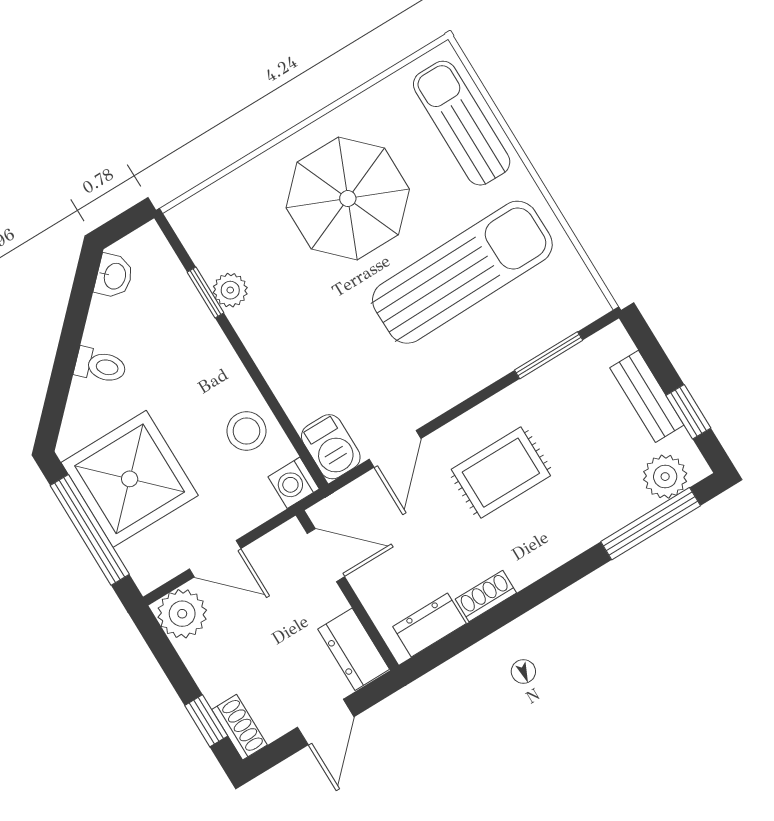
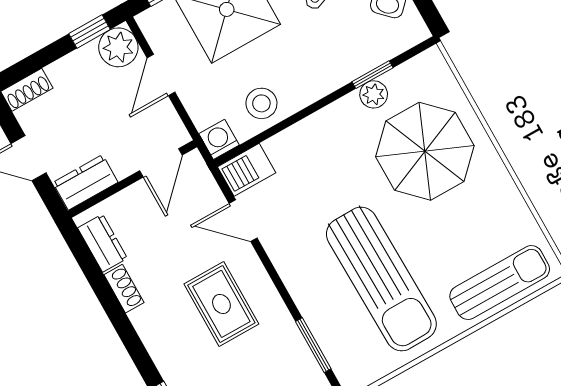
parasol: (348, 198) -> (425, 151), moved
window: (206, 721) -> (90, 31), moved

